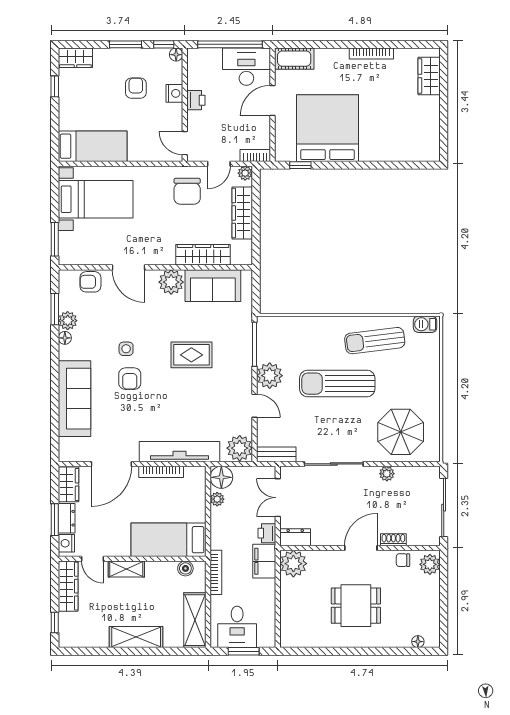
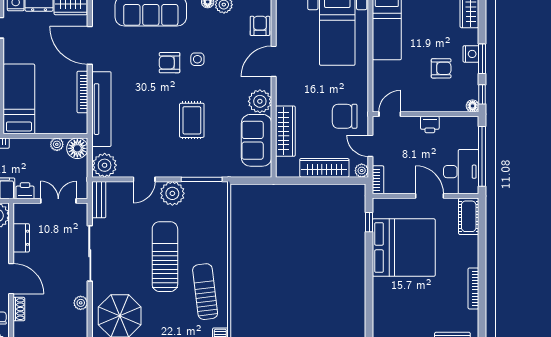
nightstand: (174, 93) -> (471, 54), moved, turned -90
dresser: (295, 537) -> (21, 238), moved

